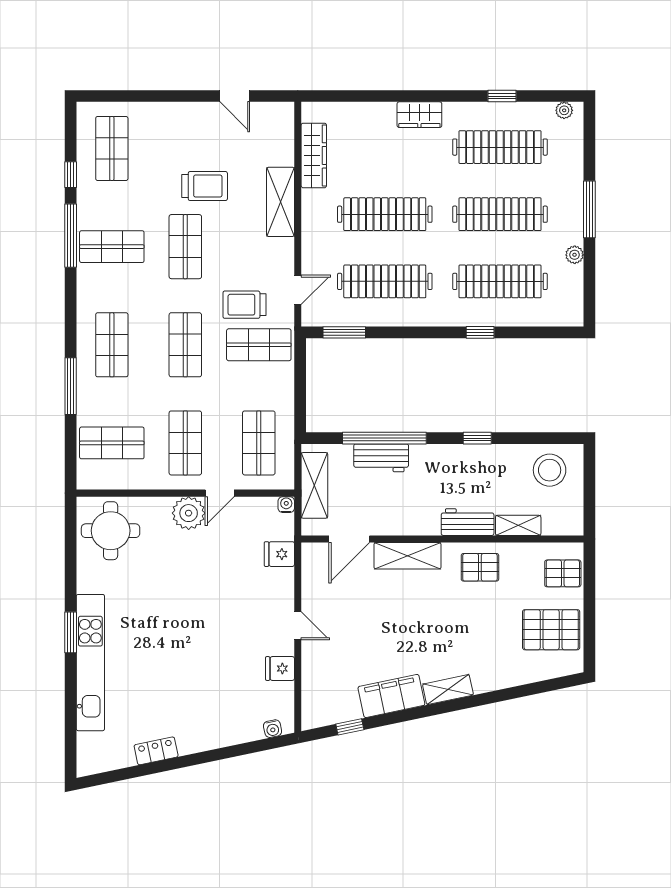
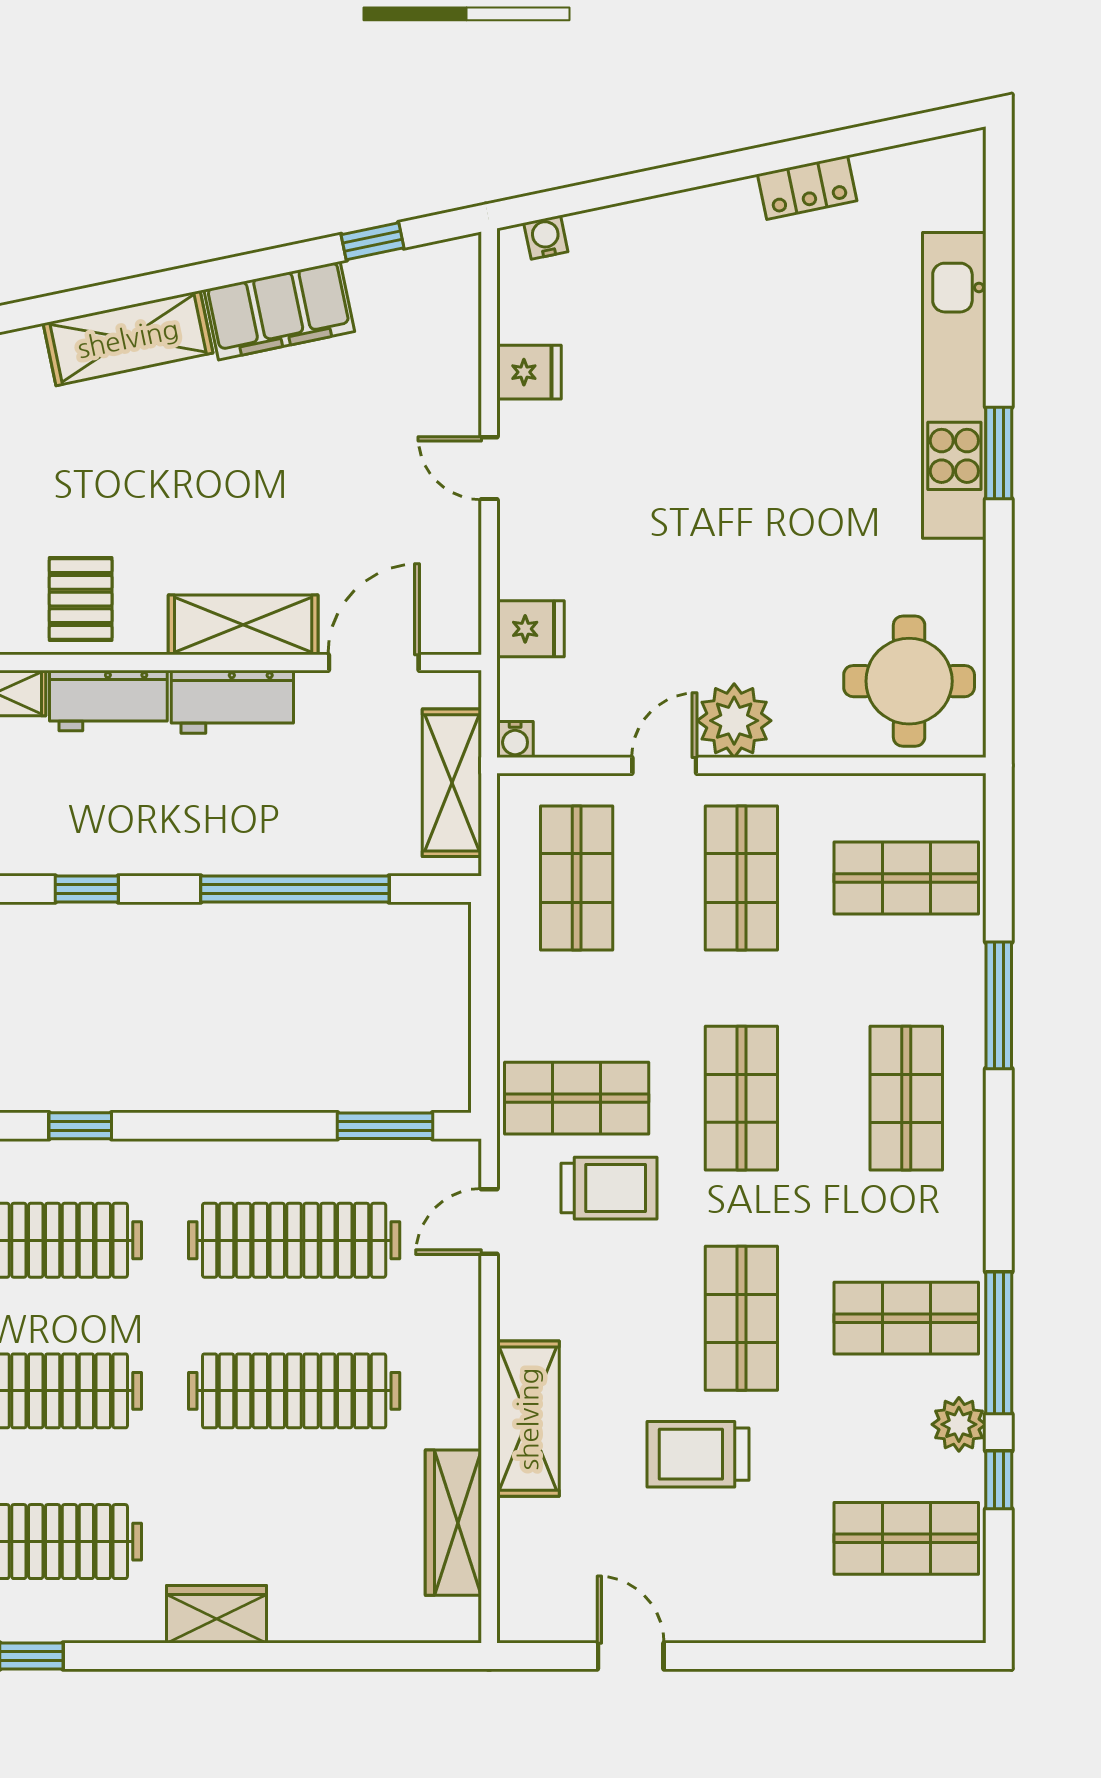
shop shelf: (112, 148) -> (906, 1538), turned 90
plant: (88, 199) -> (959, 1424), added
workbench: (381, 458) -> (232, 702), moved, turned 180
pallet: (480, 567) -> (81, 599), turned 90
shelving: (448, 690) -> (128, 338), width x1.50, depth x1.33

